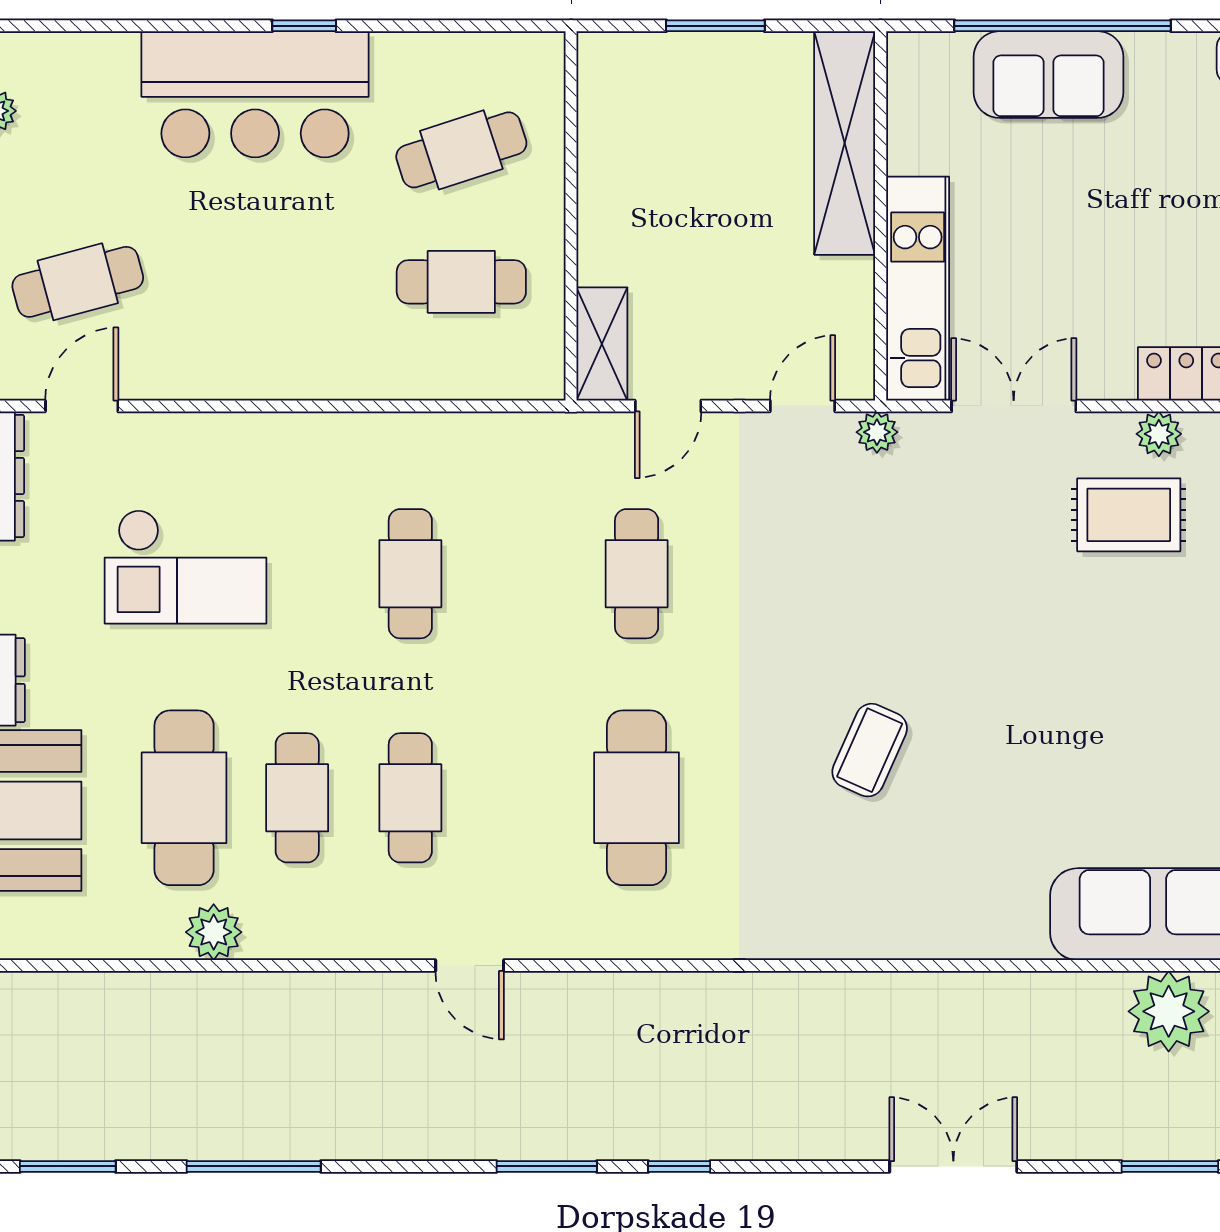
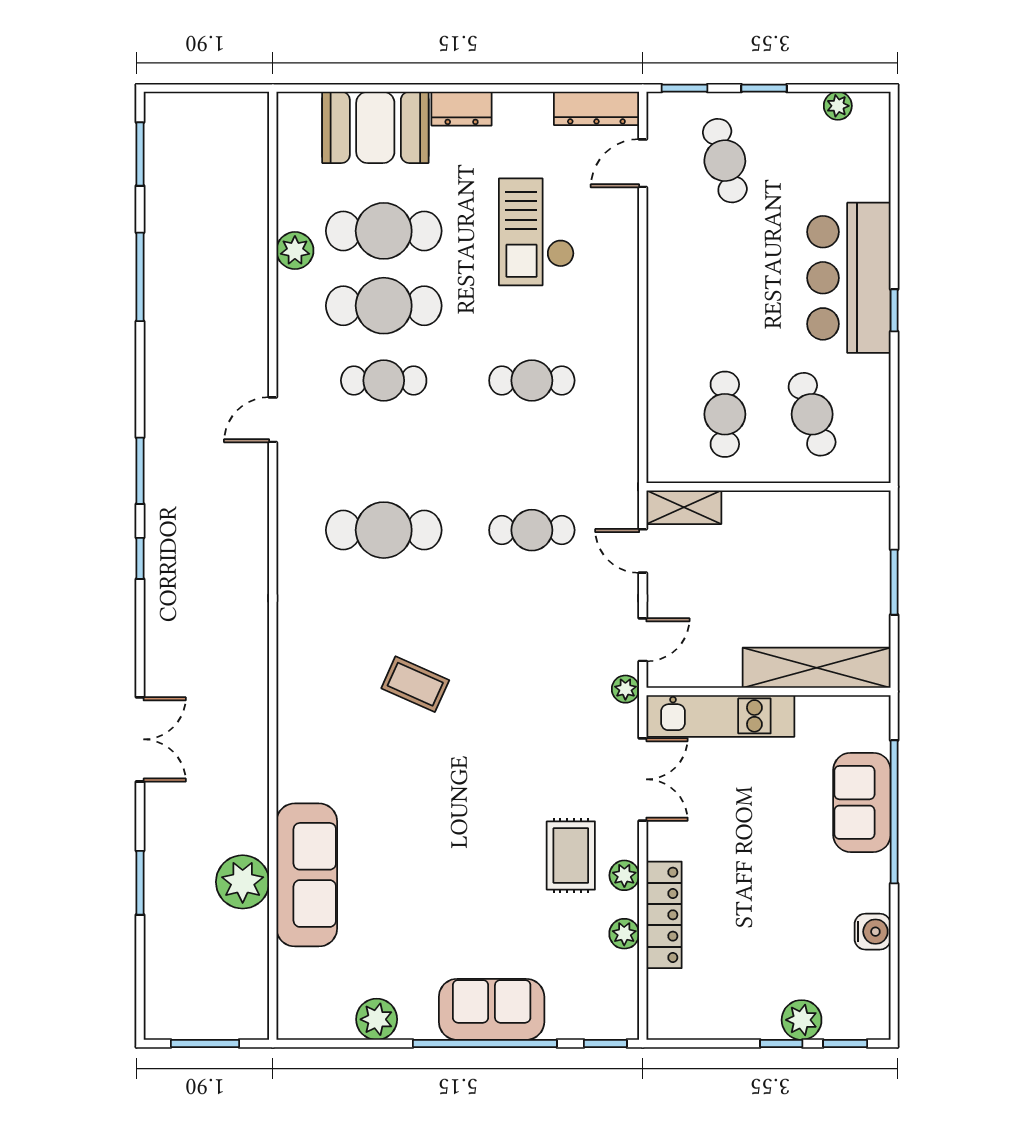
door: (82, 406) -> (643, 163), swing flipped
door: (802, 406) -> (643, 640), hinge flipped
cafe table: (297, 798) -> (384, 306), width x1.37, depth x1.35

